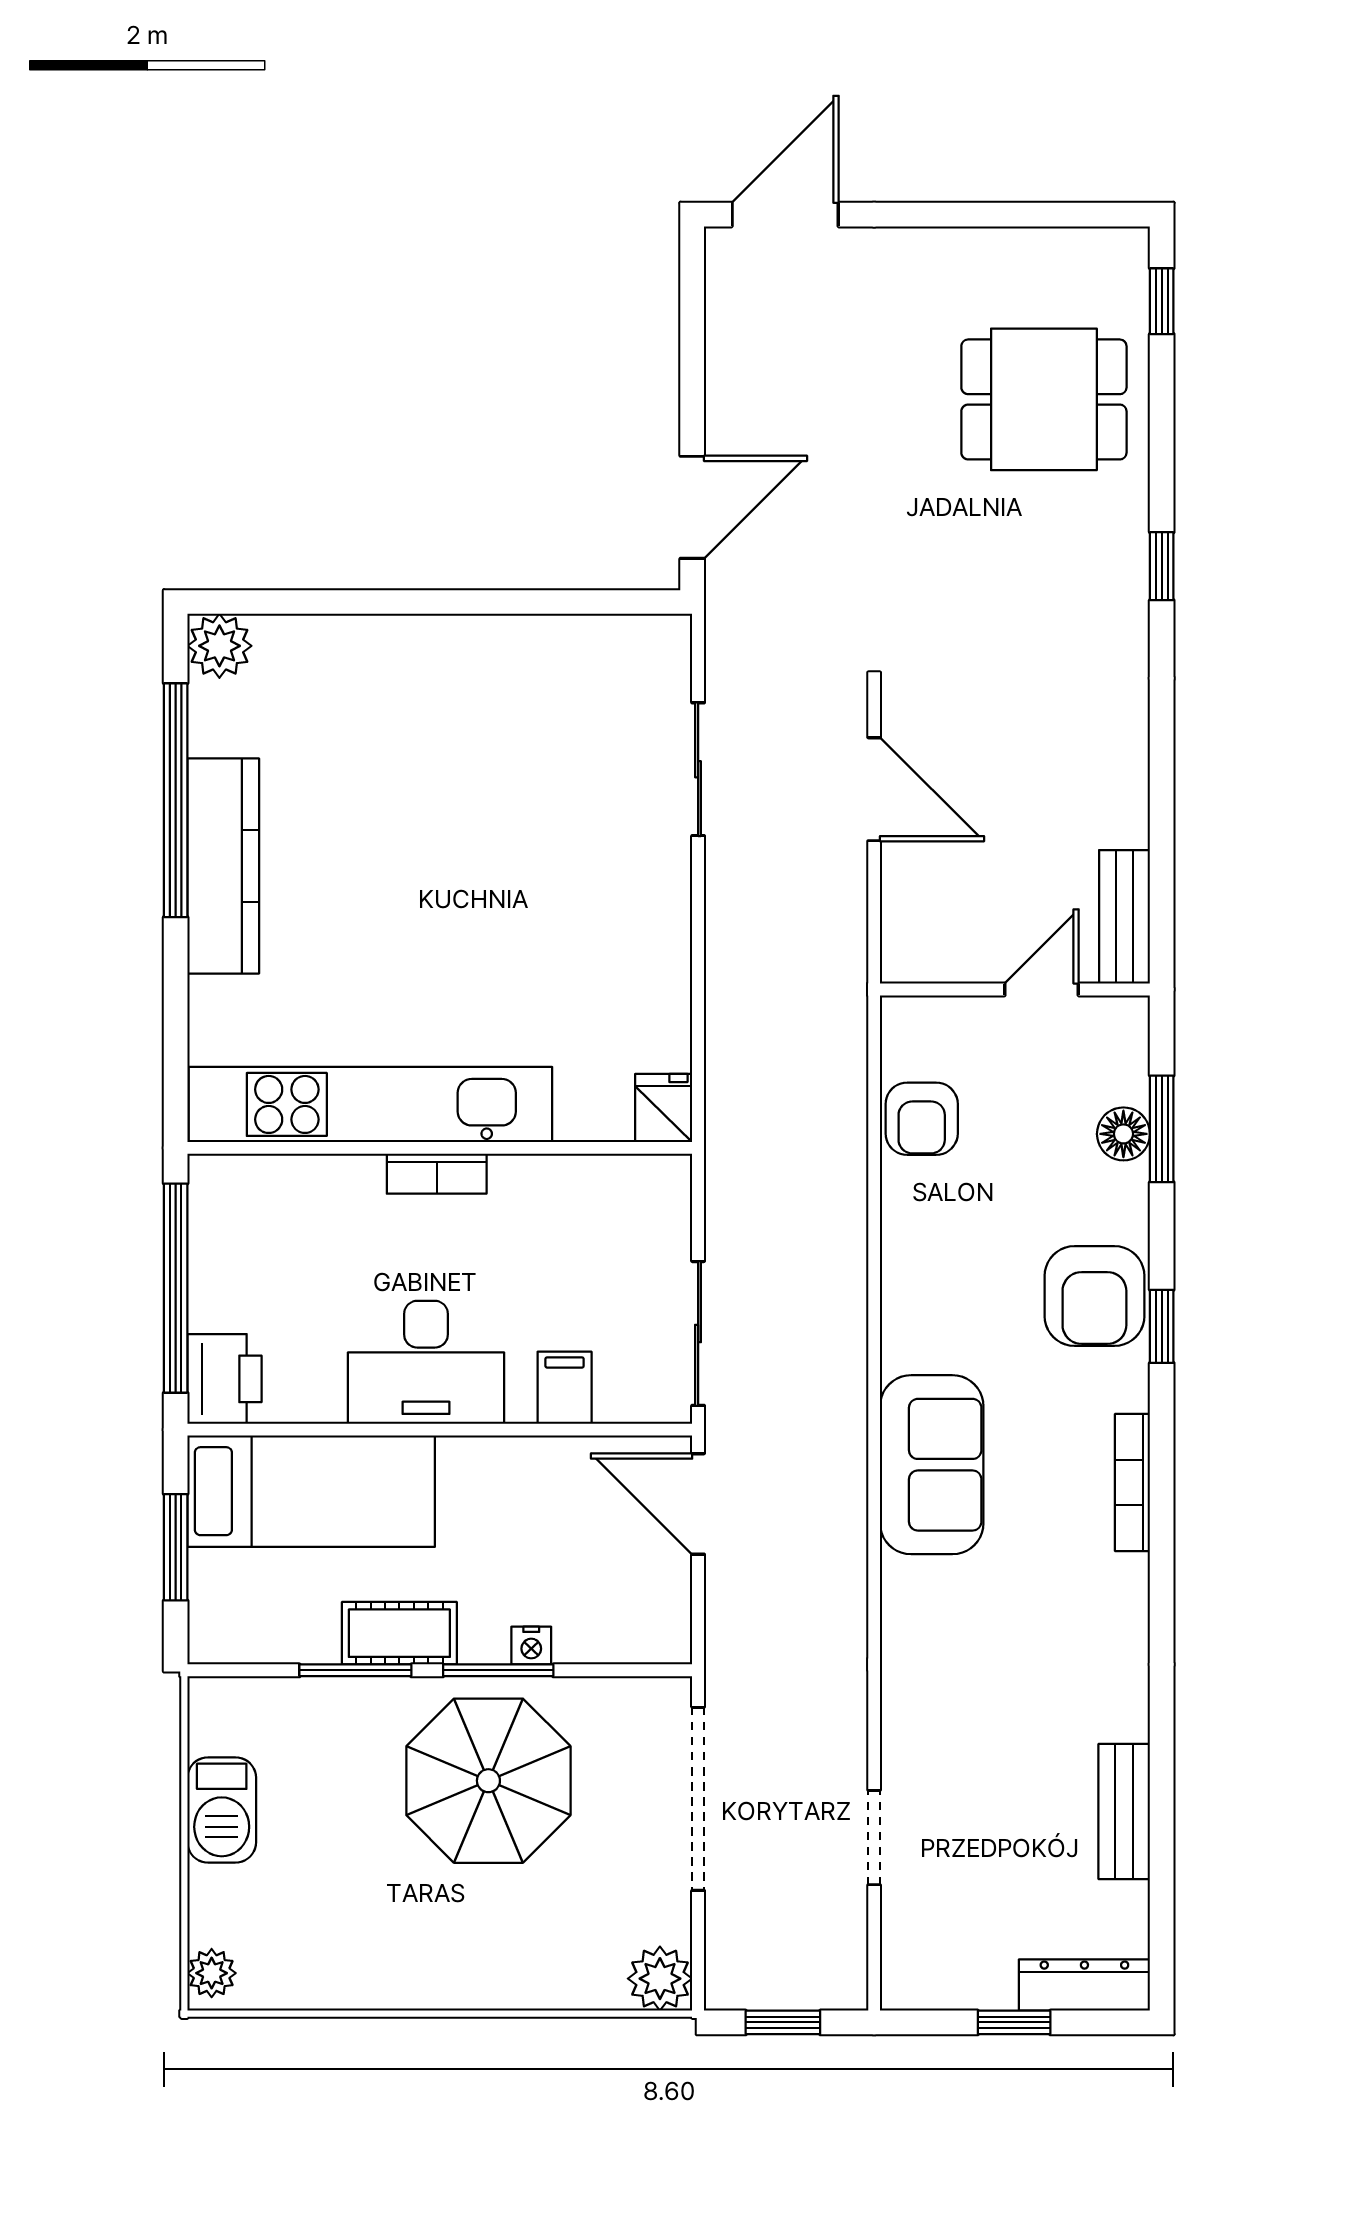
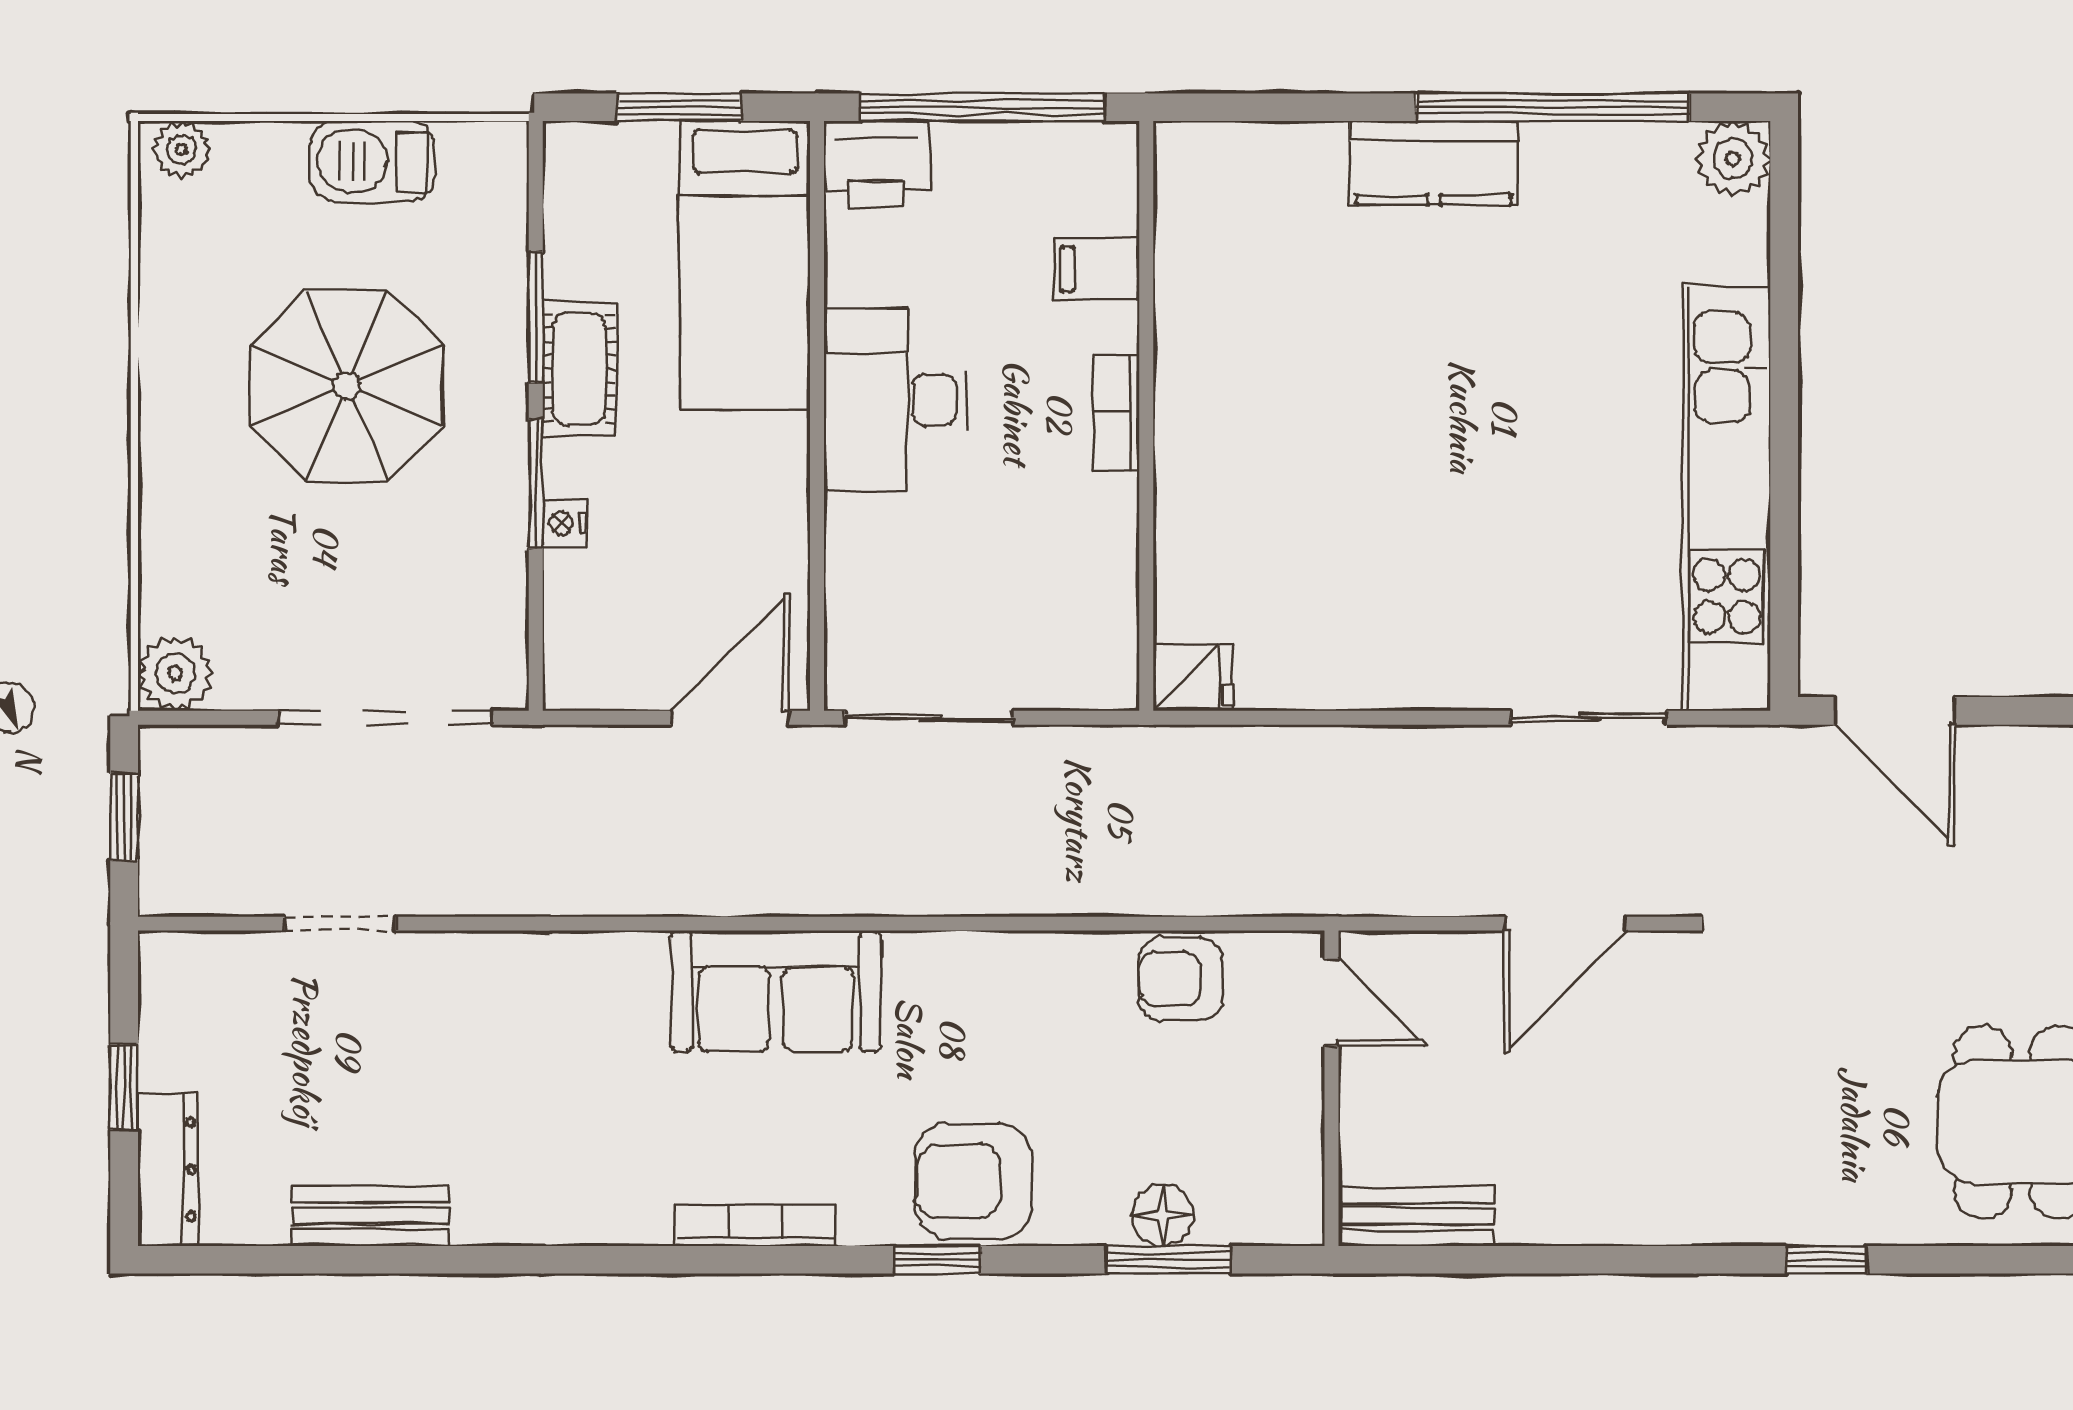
kitchen counter: (223, 866) -> (1434, 163), width x0.67
door: (1042, 989) -> (1331, 1002), moved
kitchen unit: (370, 1104) -> (1727, 499), moved, turned 180
filing cabinet: (565, 1388) -> (1097, 269), moved, turned 180
parasol: (488, 1781) -> (347, 386), moved

